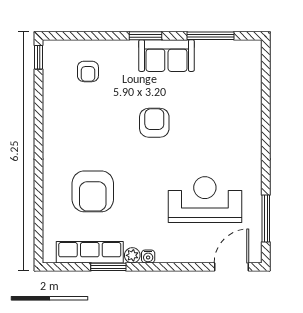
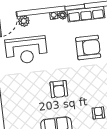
armchair: (93, 191) -> (88, 48), turned 90
plant: (203, 253) -> (24, 21), added

